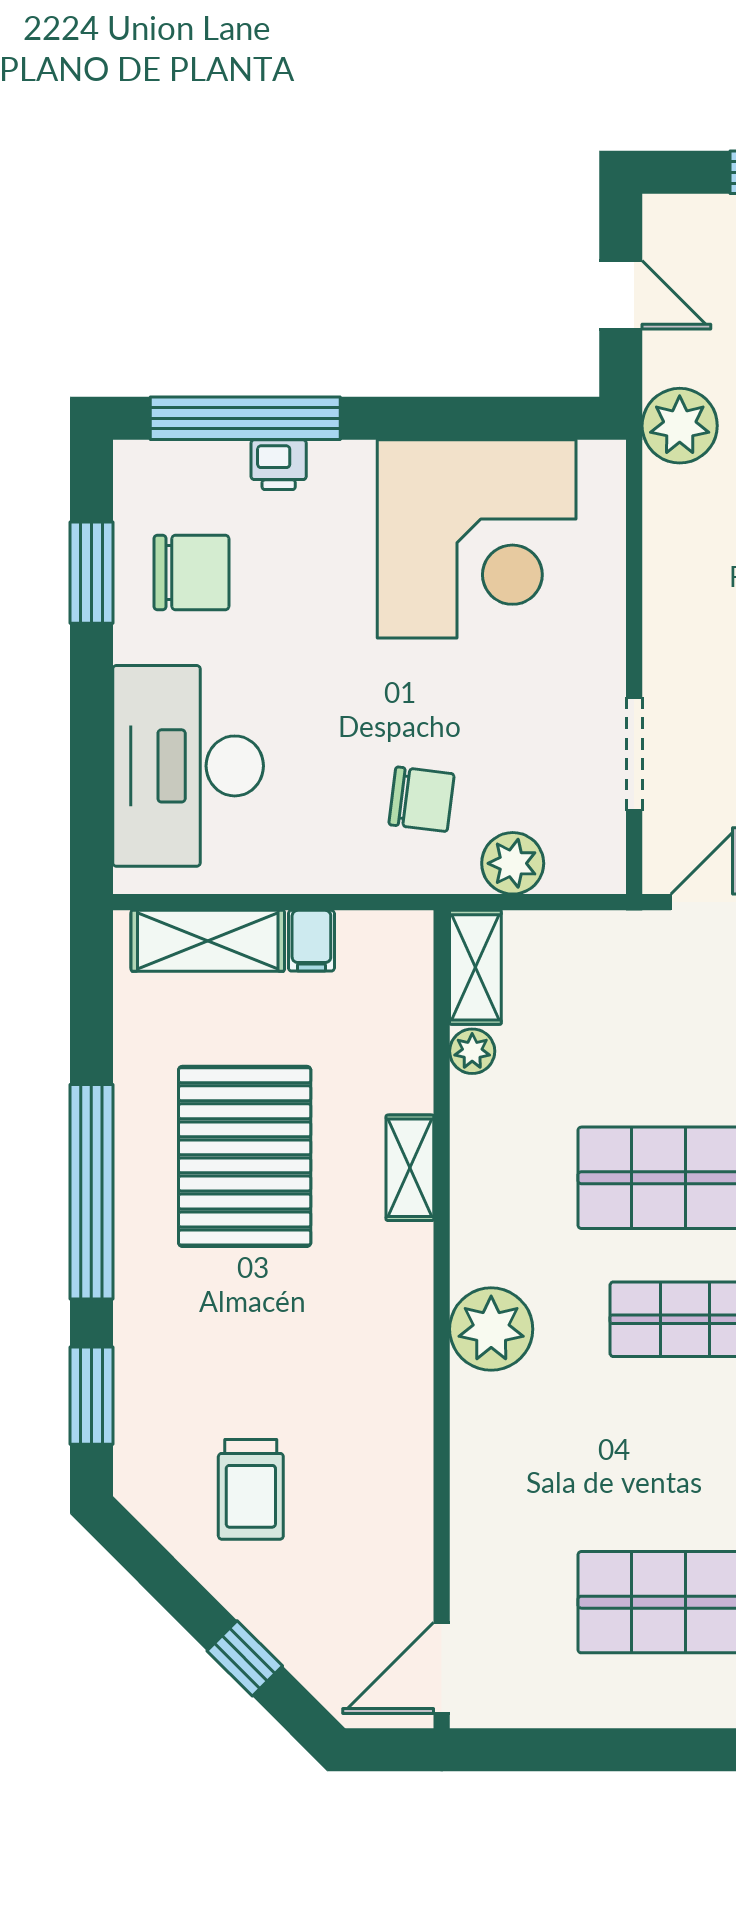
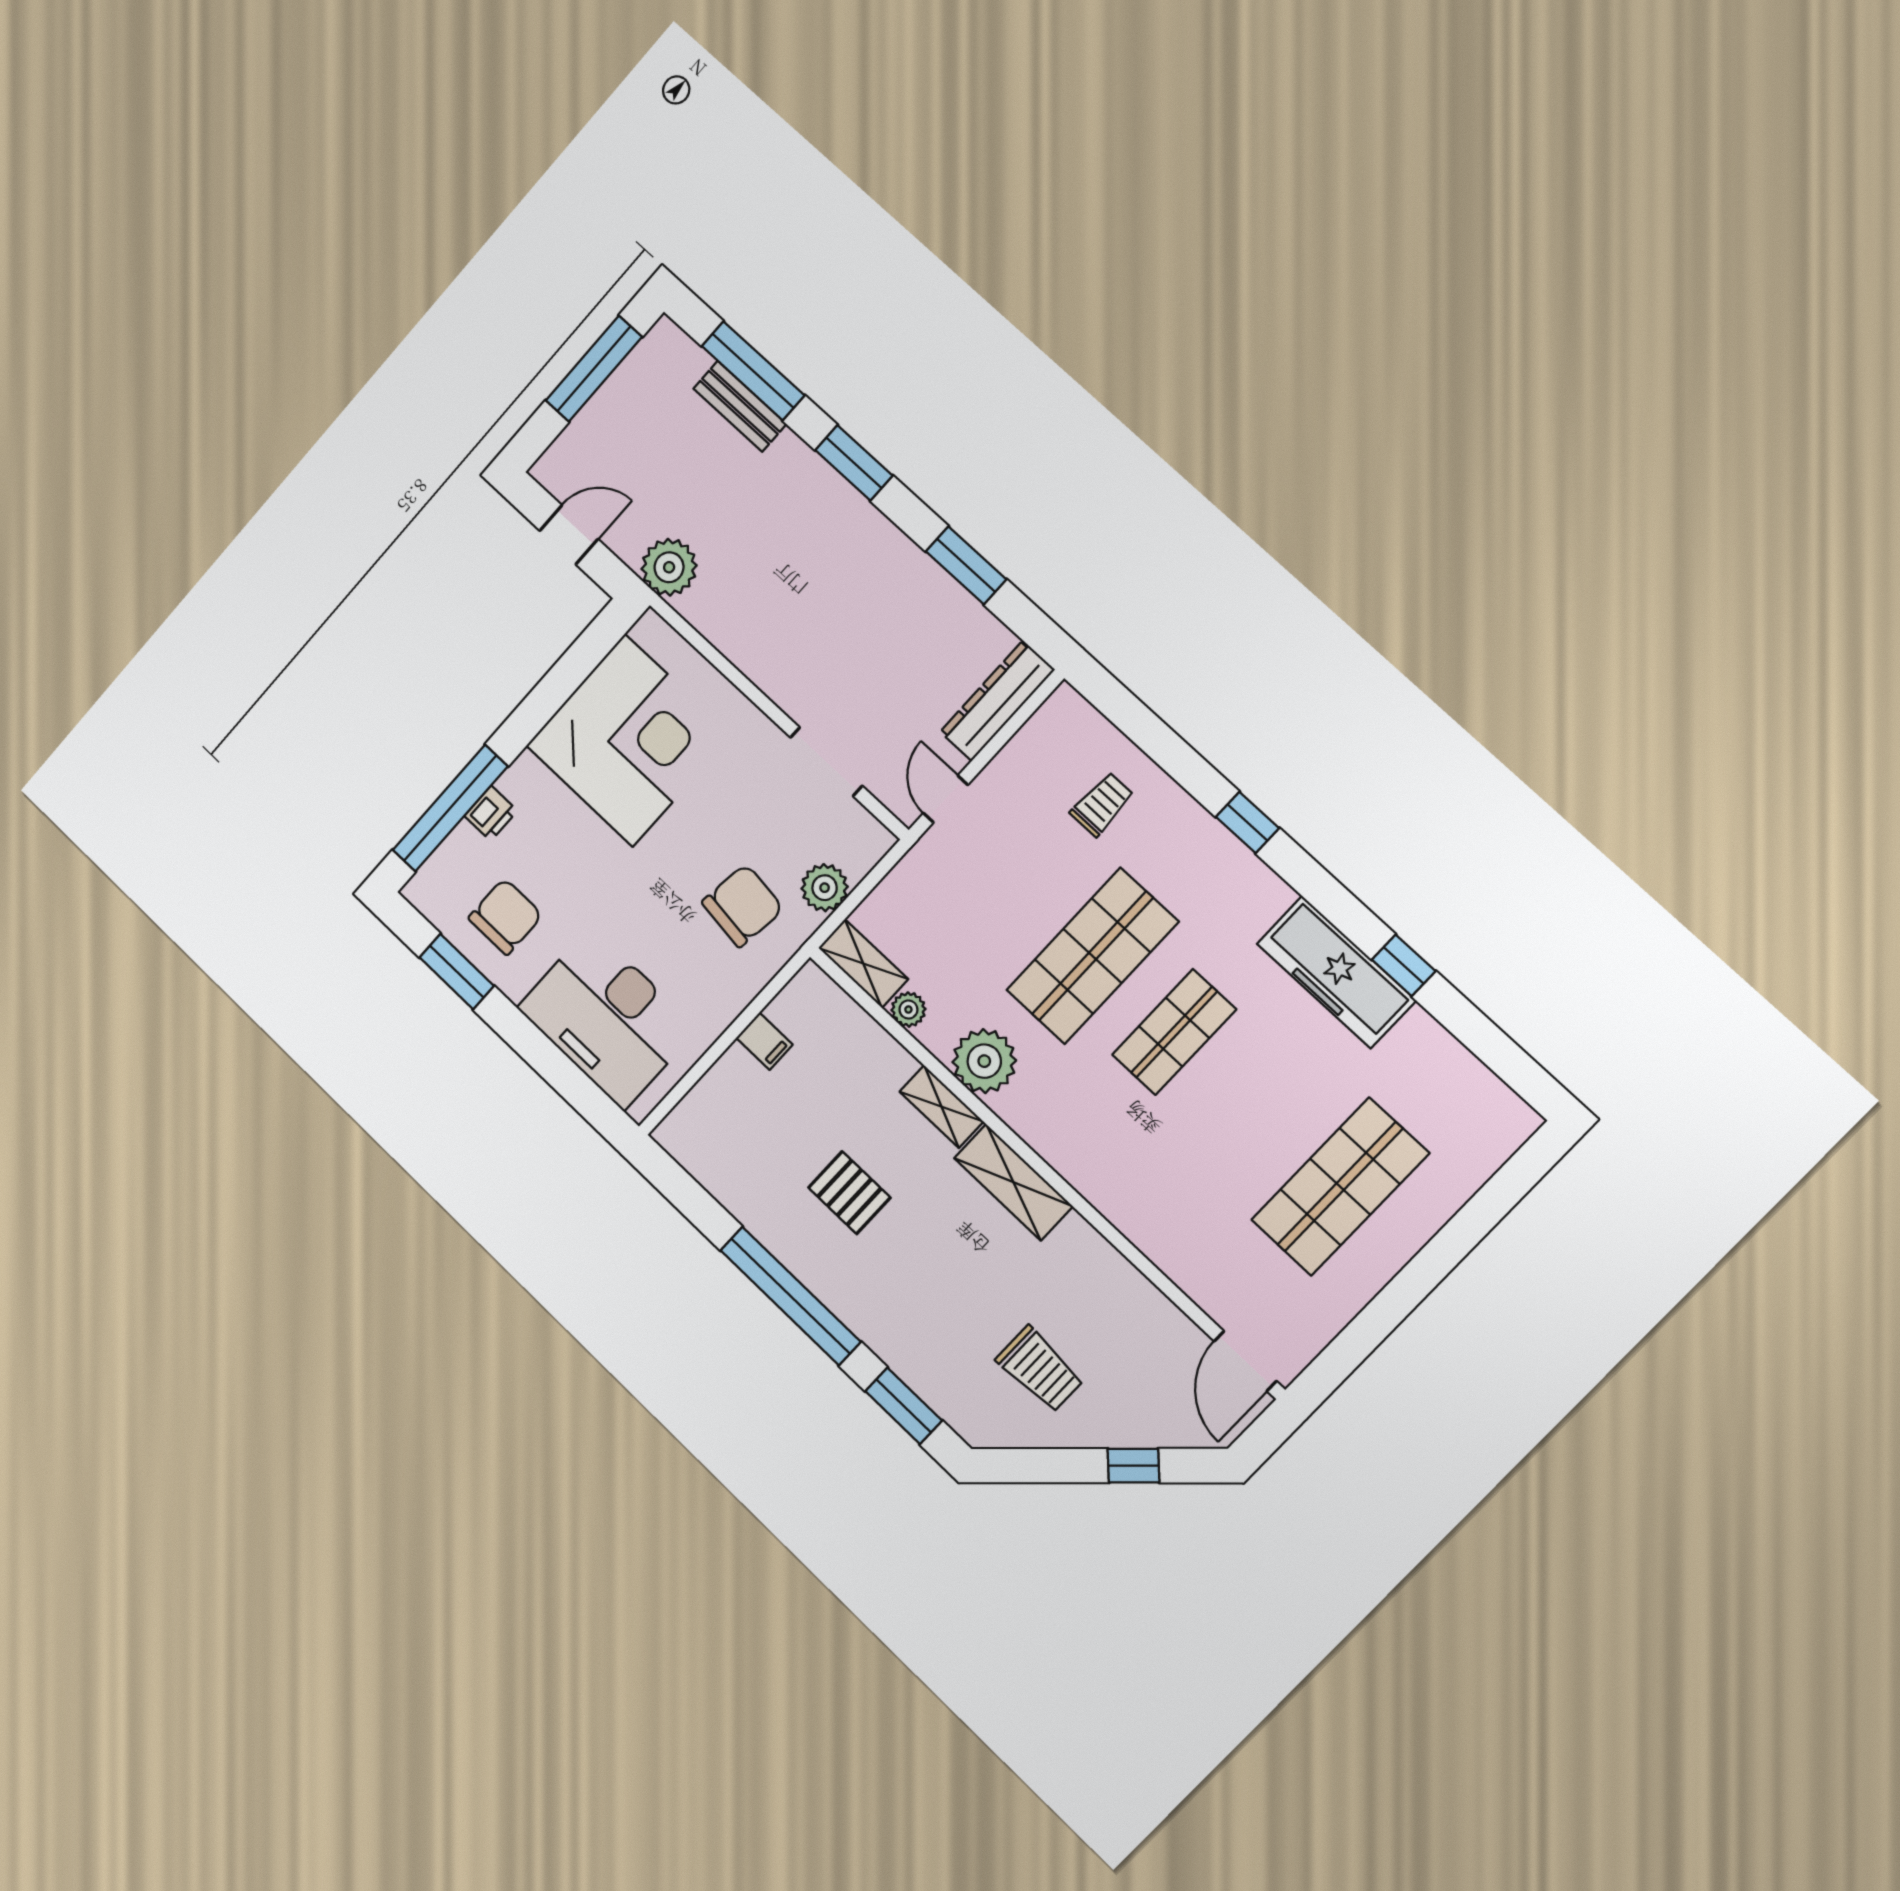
chair: (422, 799) -> (743, 906), width x1.37, depth x1.37
shelving: (208, 941) -> (1013, 1182), moved, turned 90
pallet: (245, 1156) -> (849, 1193), width x0.49, depth x0.50
plant: (491, 1329) -> (984, 1061), moved

